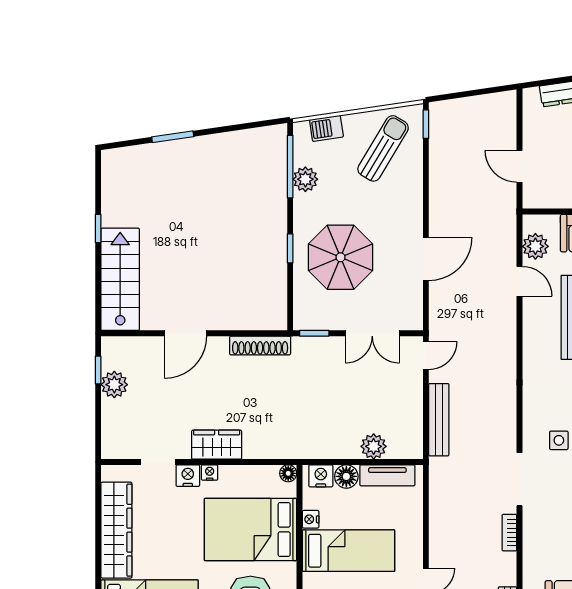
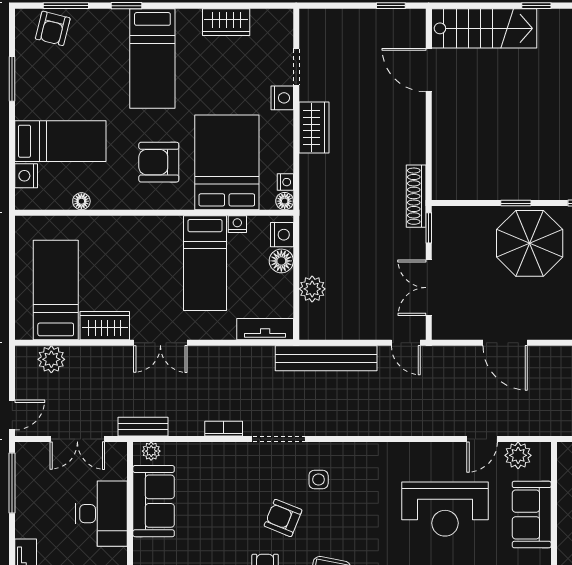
parasol: (341, 257) -> (530, 243), moved
door: (186, 333) -> (429, 70), moved
shoe rack: (260, 345) -> (416, 196), moved
plant: (114, 385) -> (376, 22), removed
bench: (439, 420) -> (326, 358), width x1.37, depth x1.21
nightstand: (210, 473) -> (285, 182), moved
tv unit: (387, 475) -> (265, 329), moved, turned 90
wardrobe: (116, 530) -> (226, 22), width x0.48, depth x0.85

